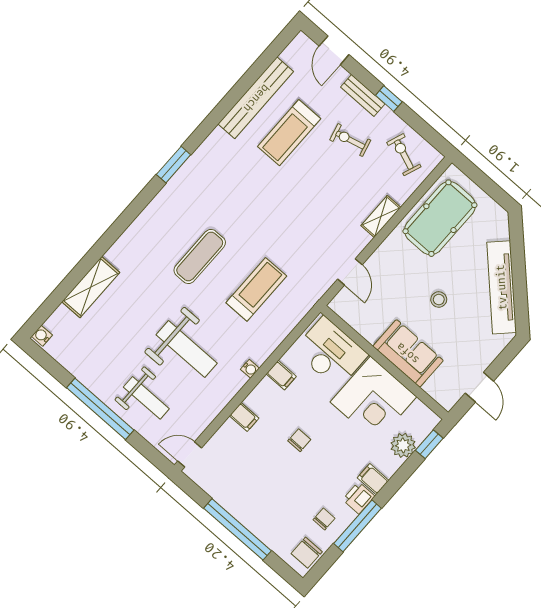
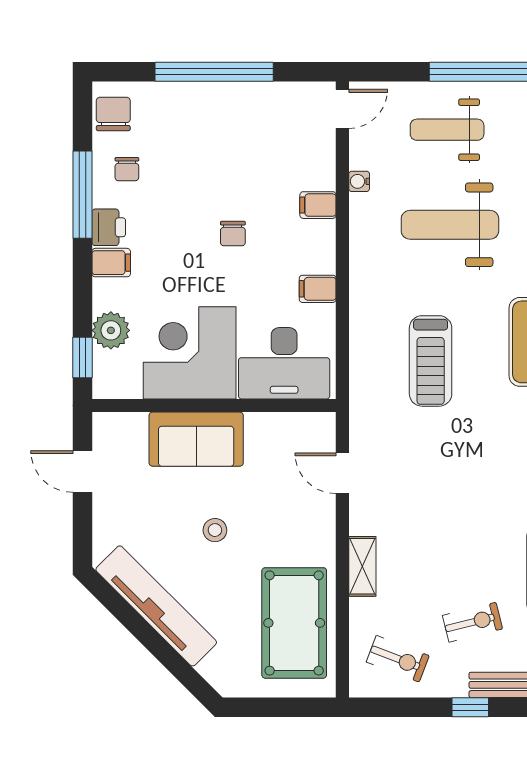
water cooler: (250, 369) -> (359, 181), moved

